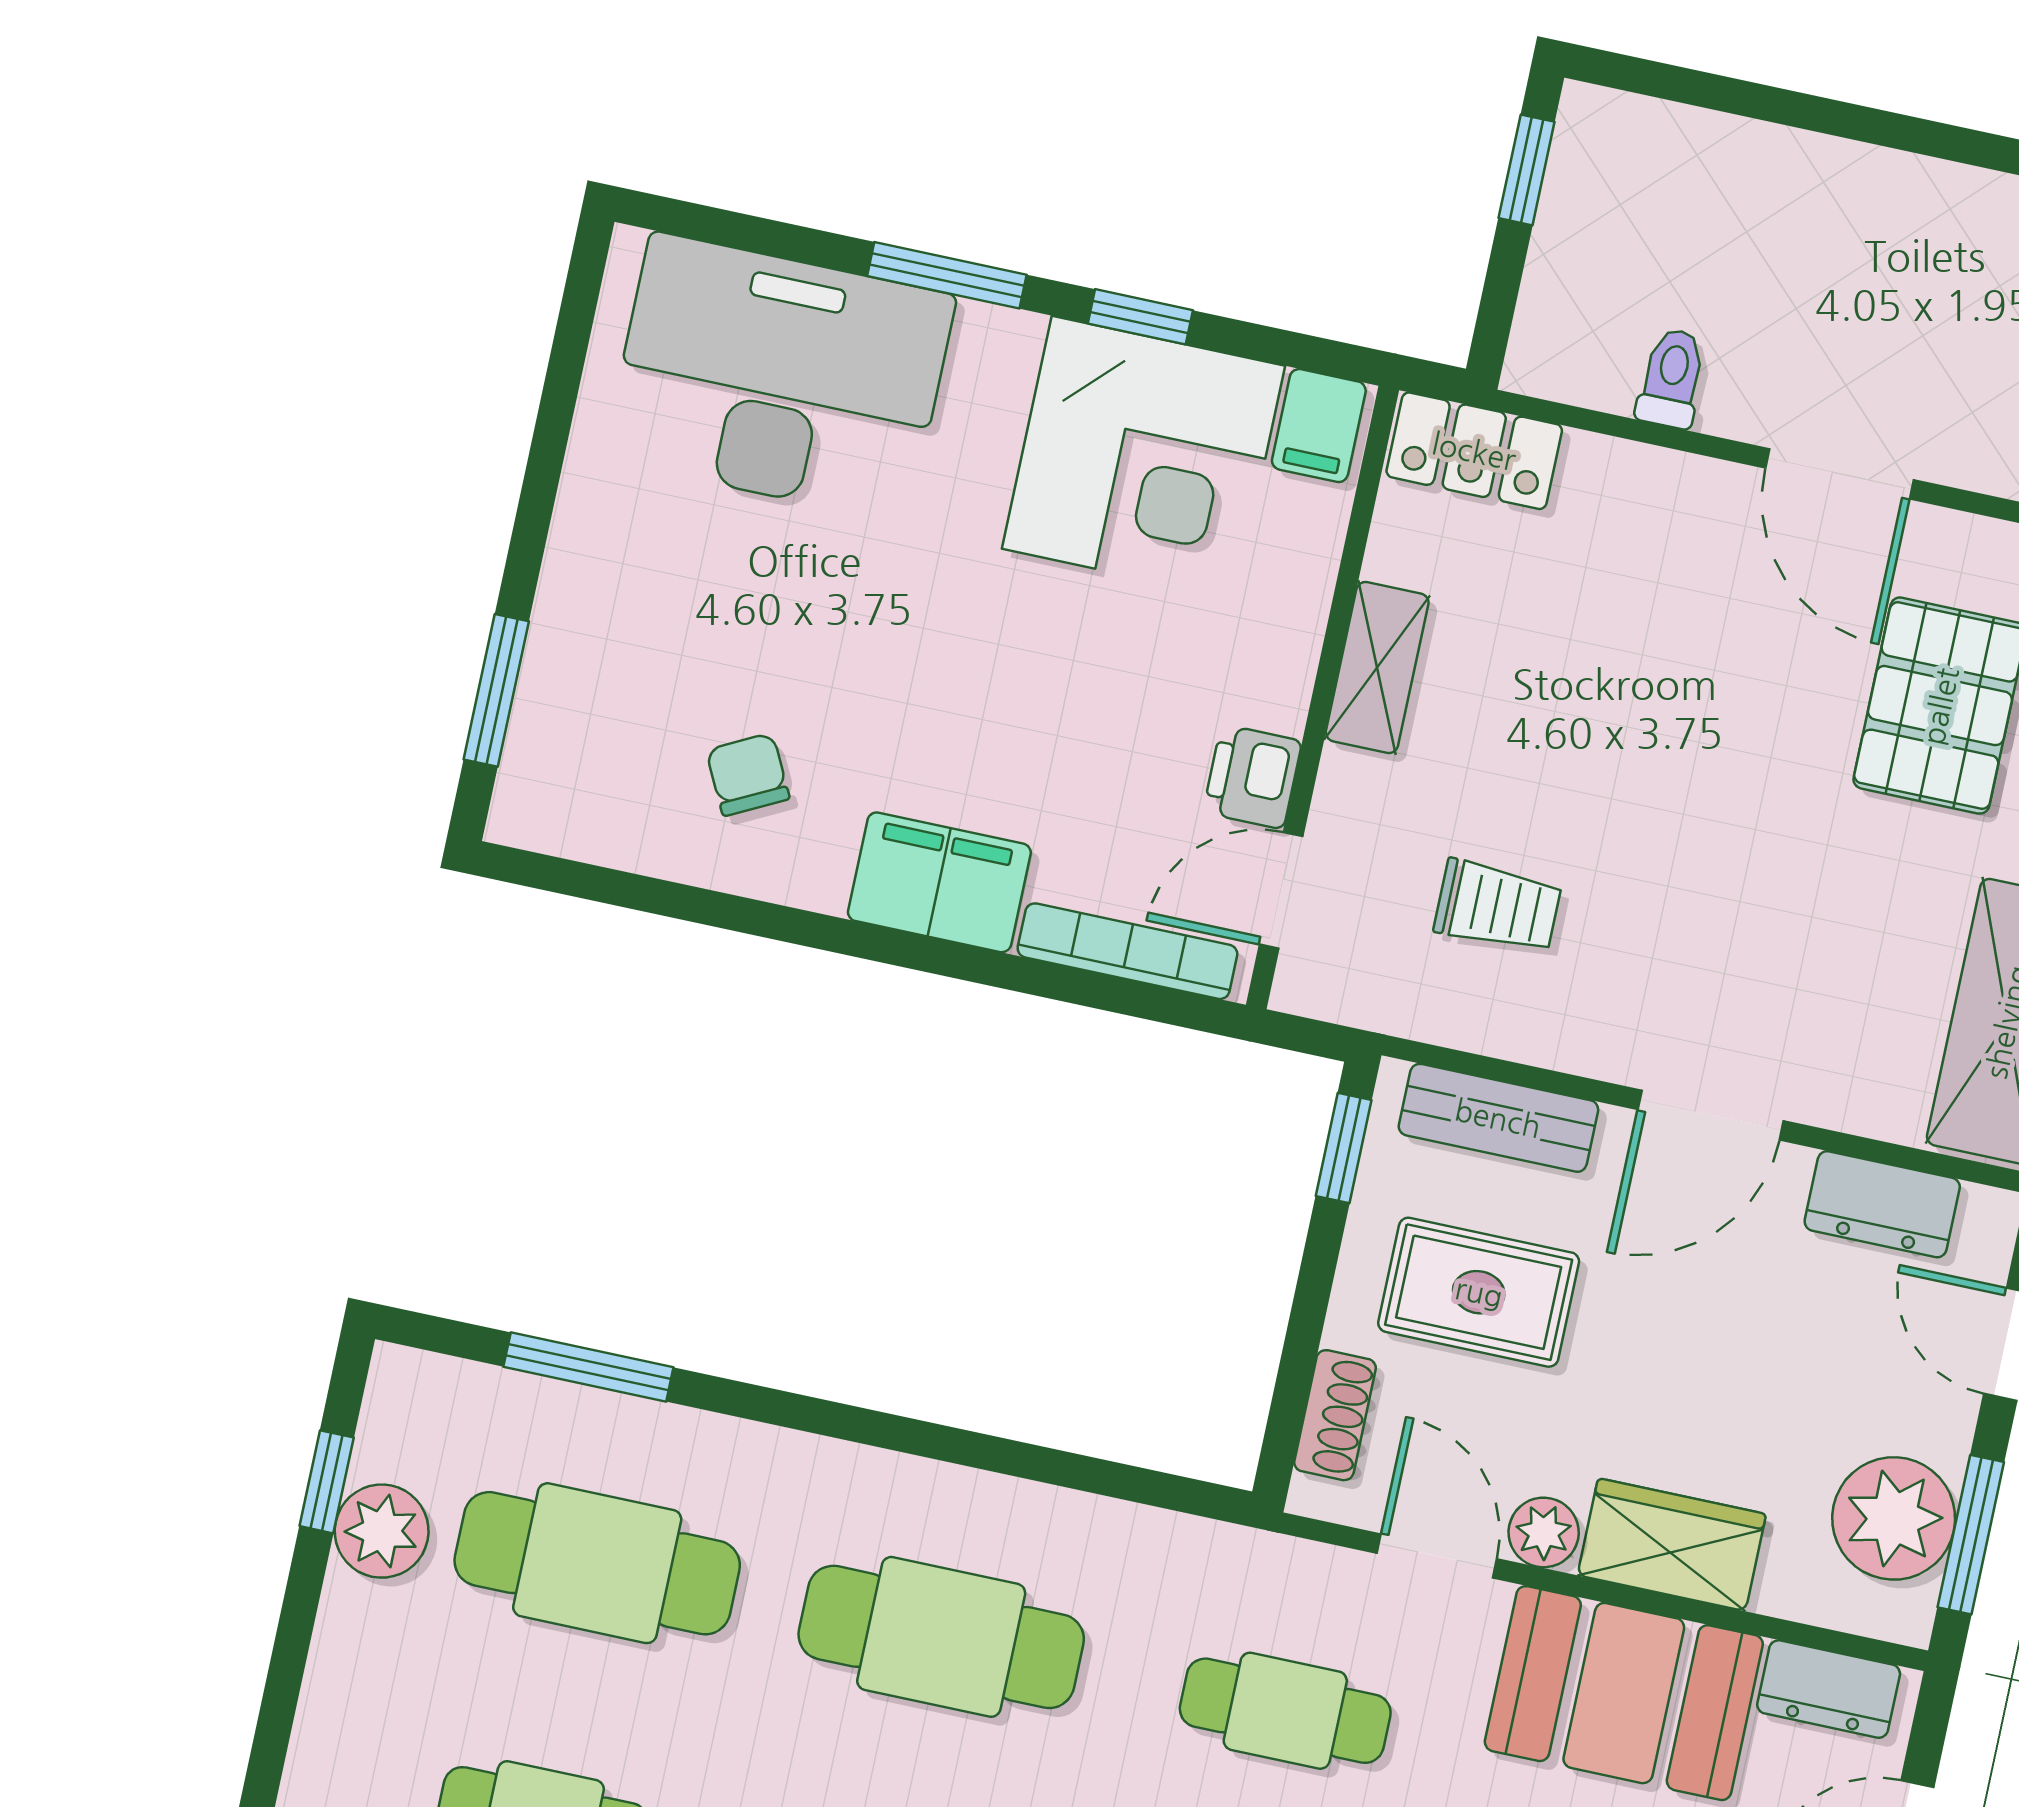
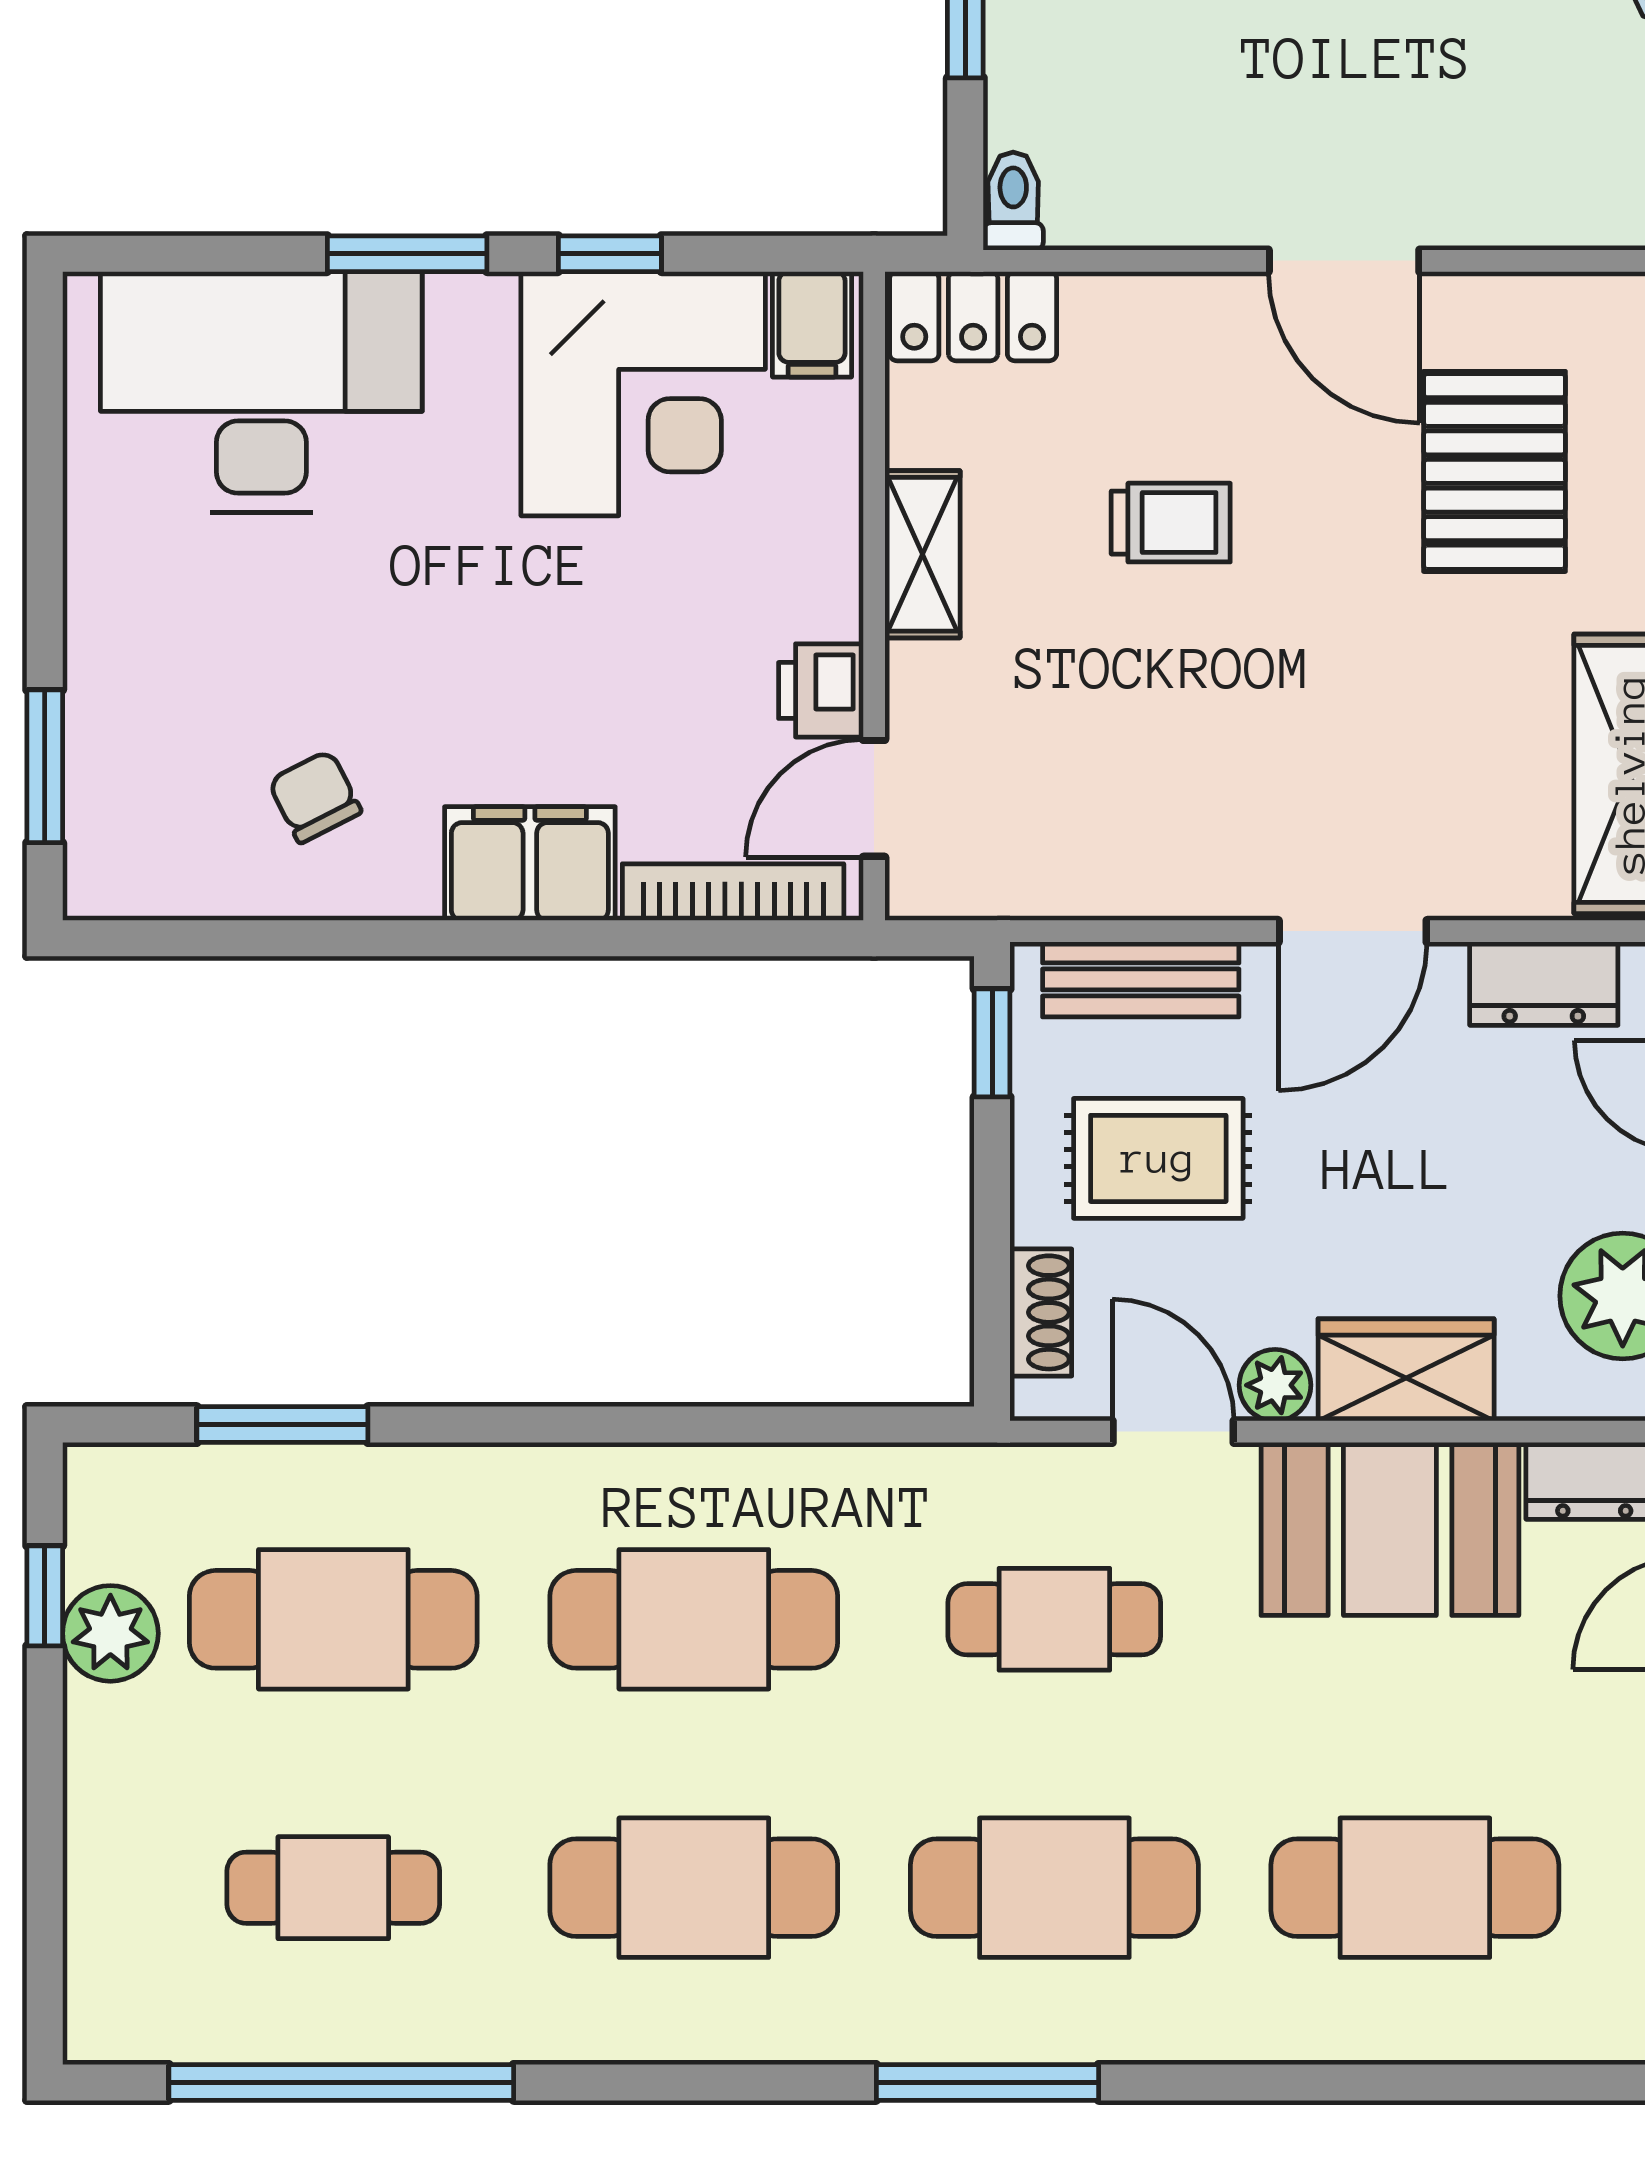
toilet: (1672, 378) -> (1013, 201), moved
trolley: (1498, 906) -> (1171, 523), moved

